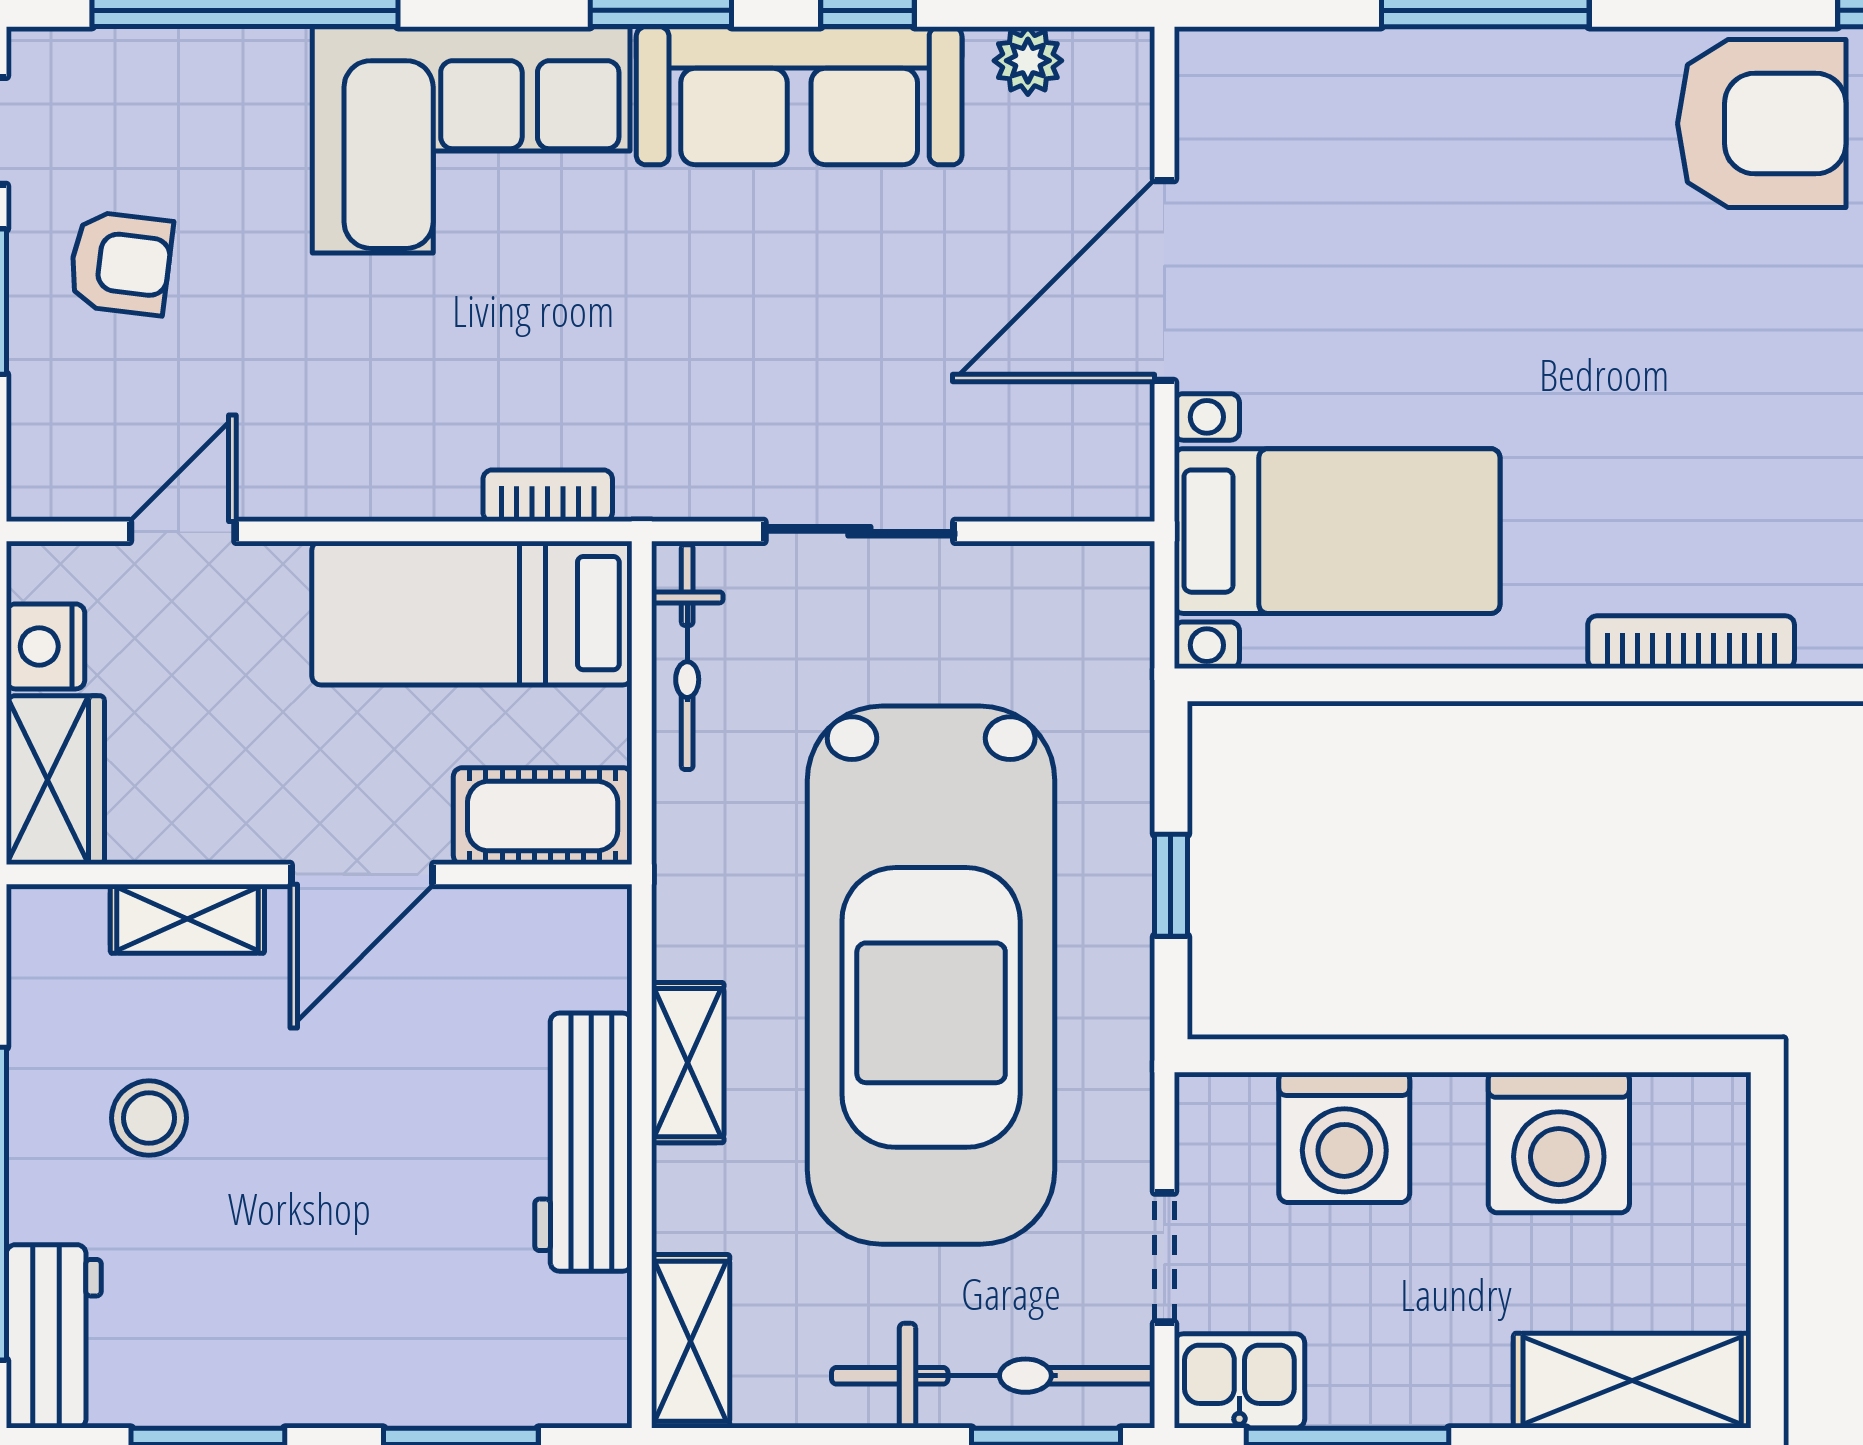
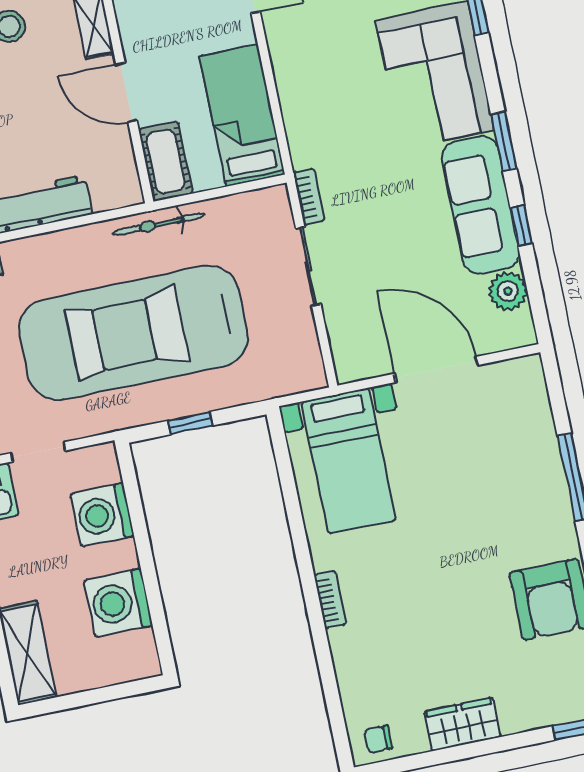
plant: (1028, 61) -> (508, 291), width x1.38, depth x1.38
bookcase: (548, 496) -> (309, 197), moved
bookcase: (1691, 642) -> (330, 599), width x0.64
bicycle: (687, 657) -> (158, 224), moved
shelving: (688, 1063) -> (77, 241), removed

